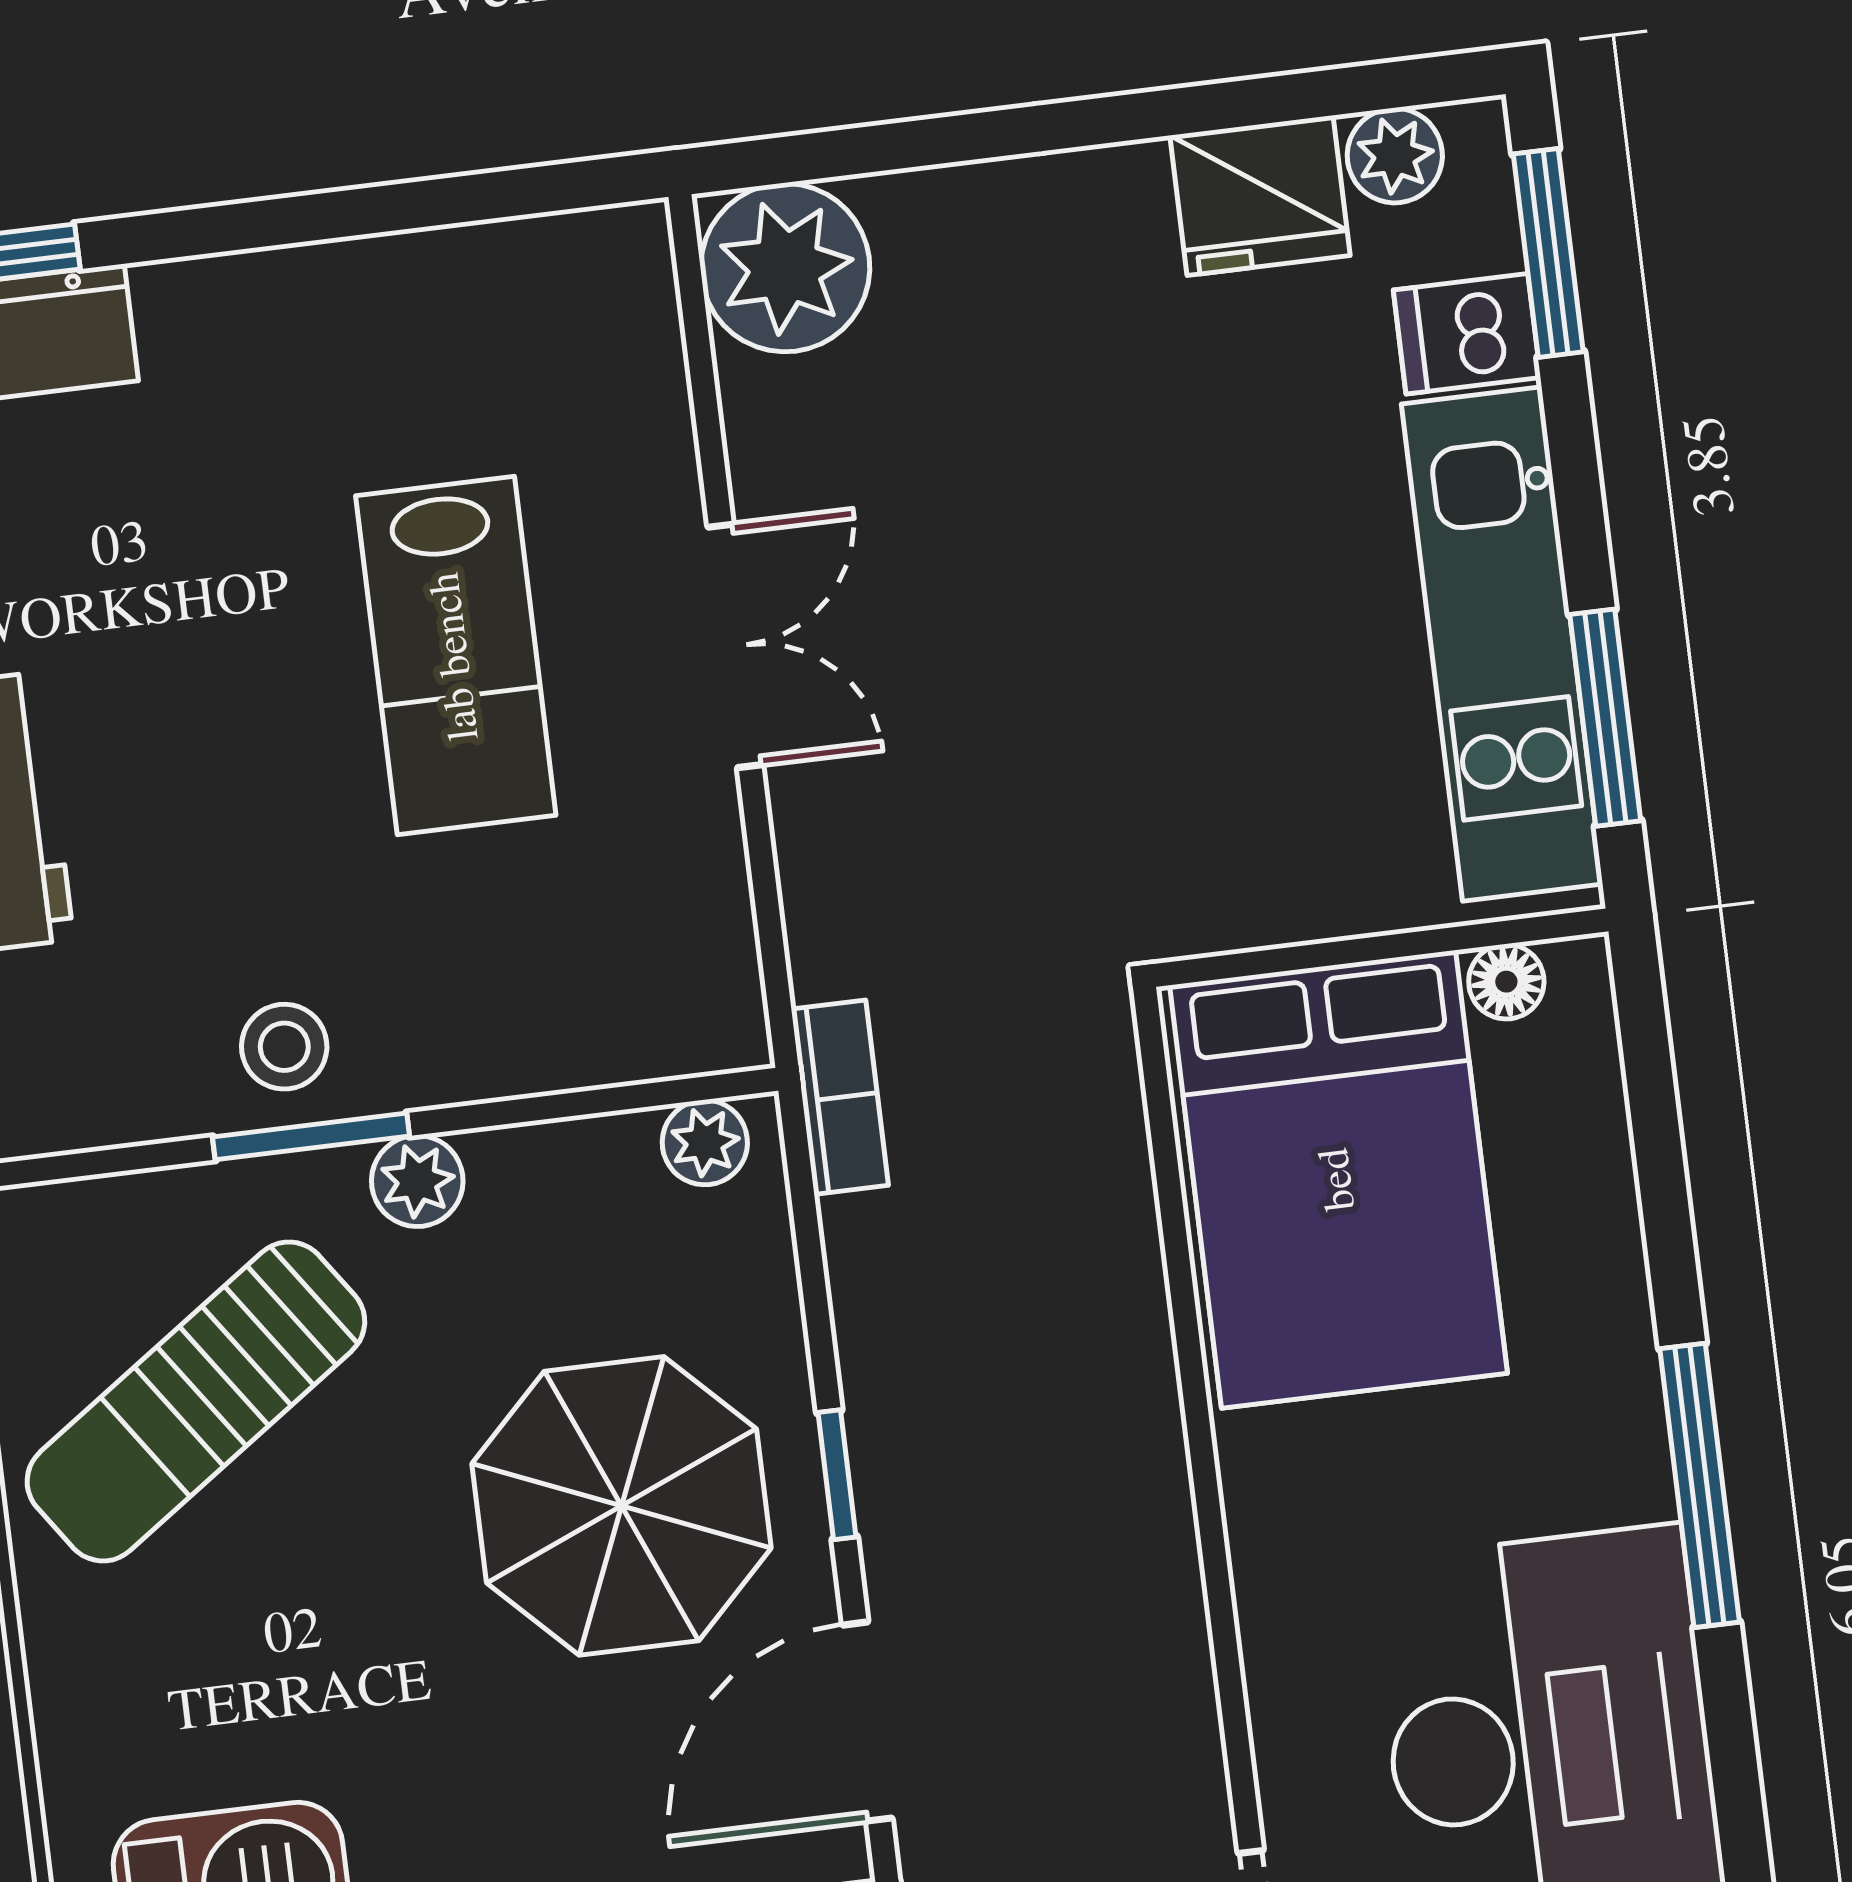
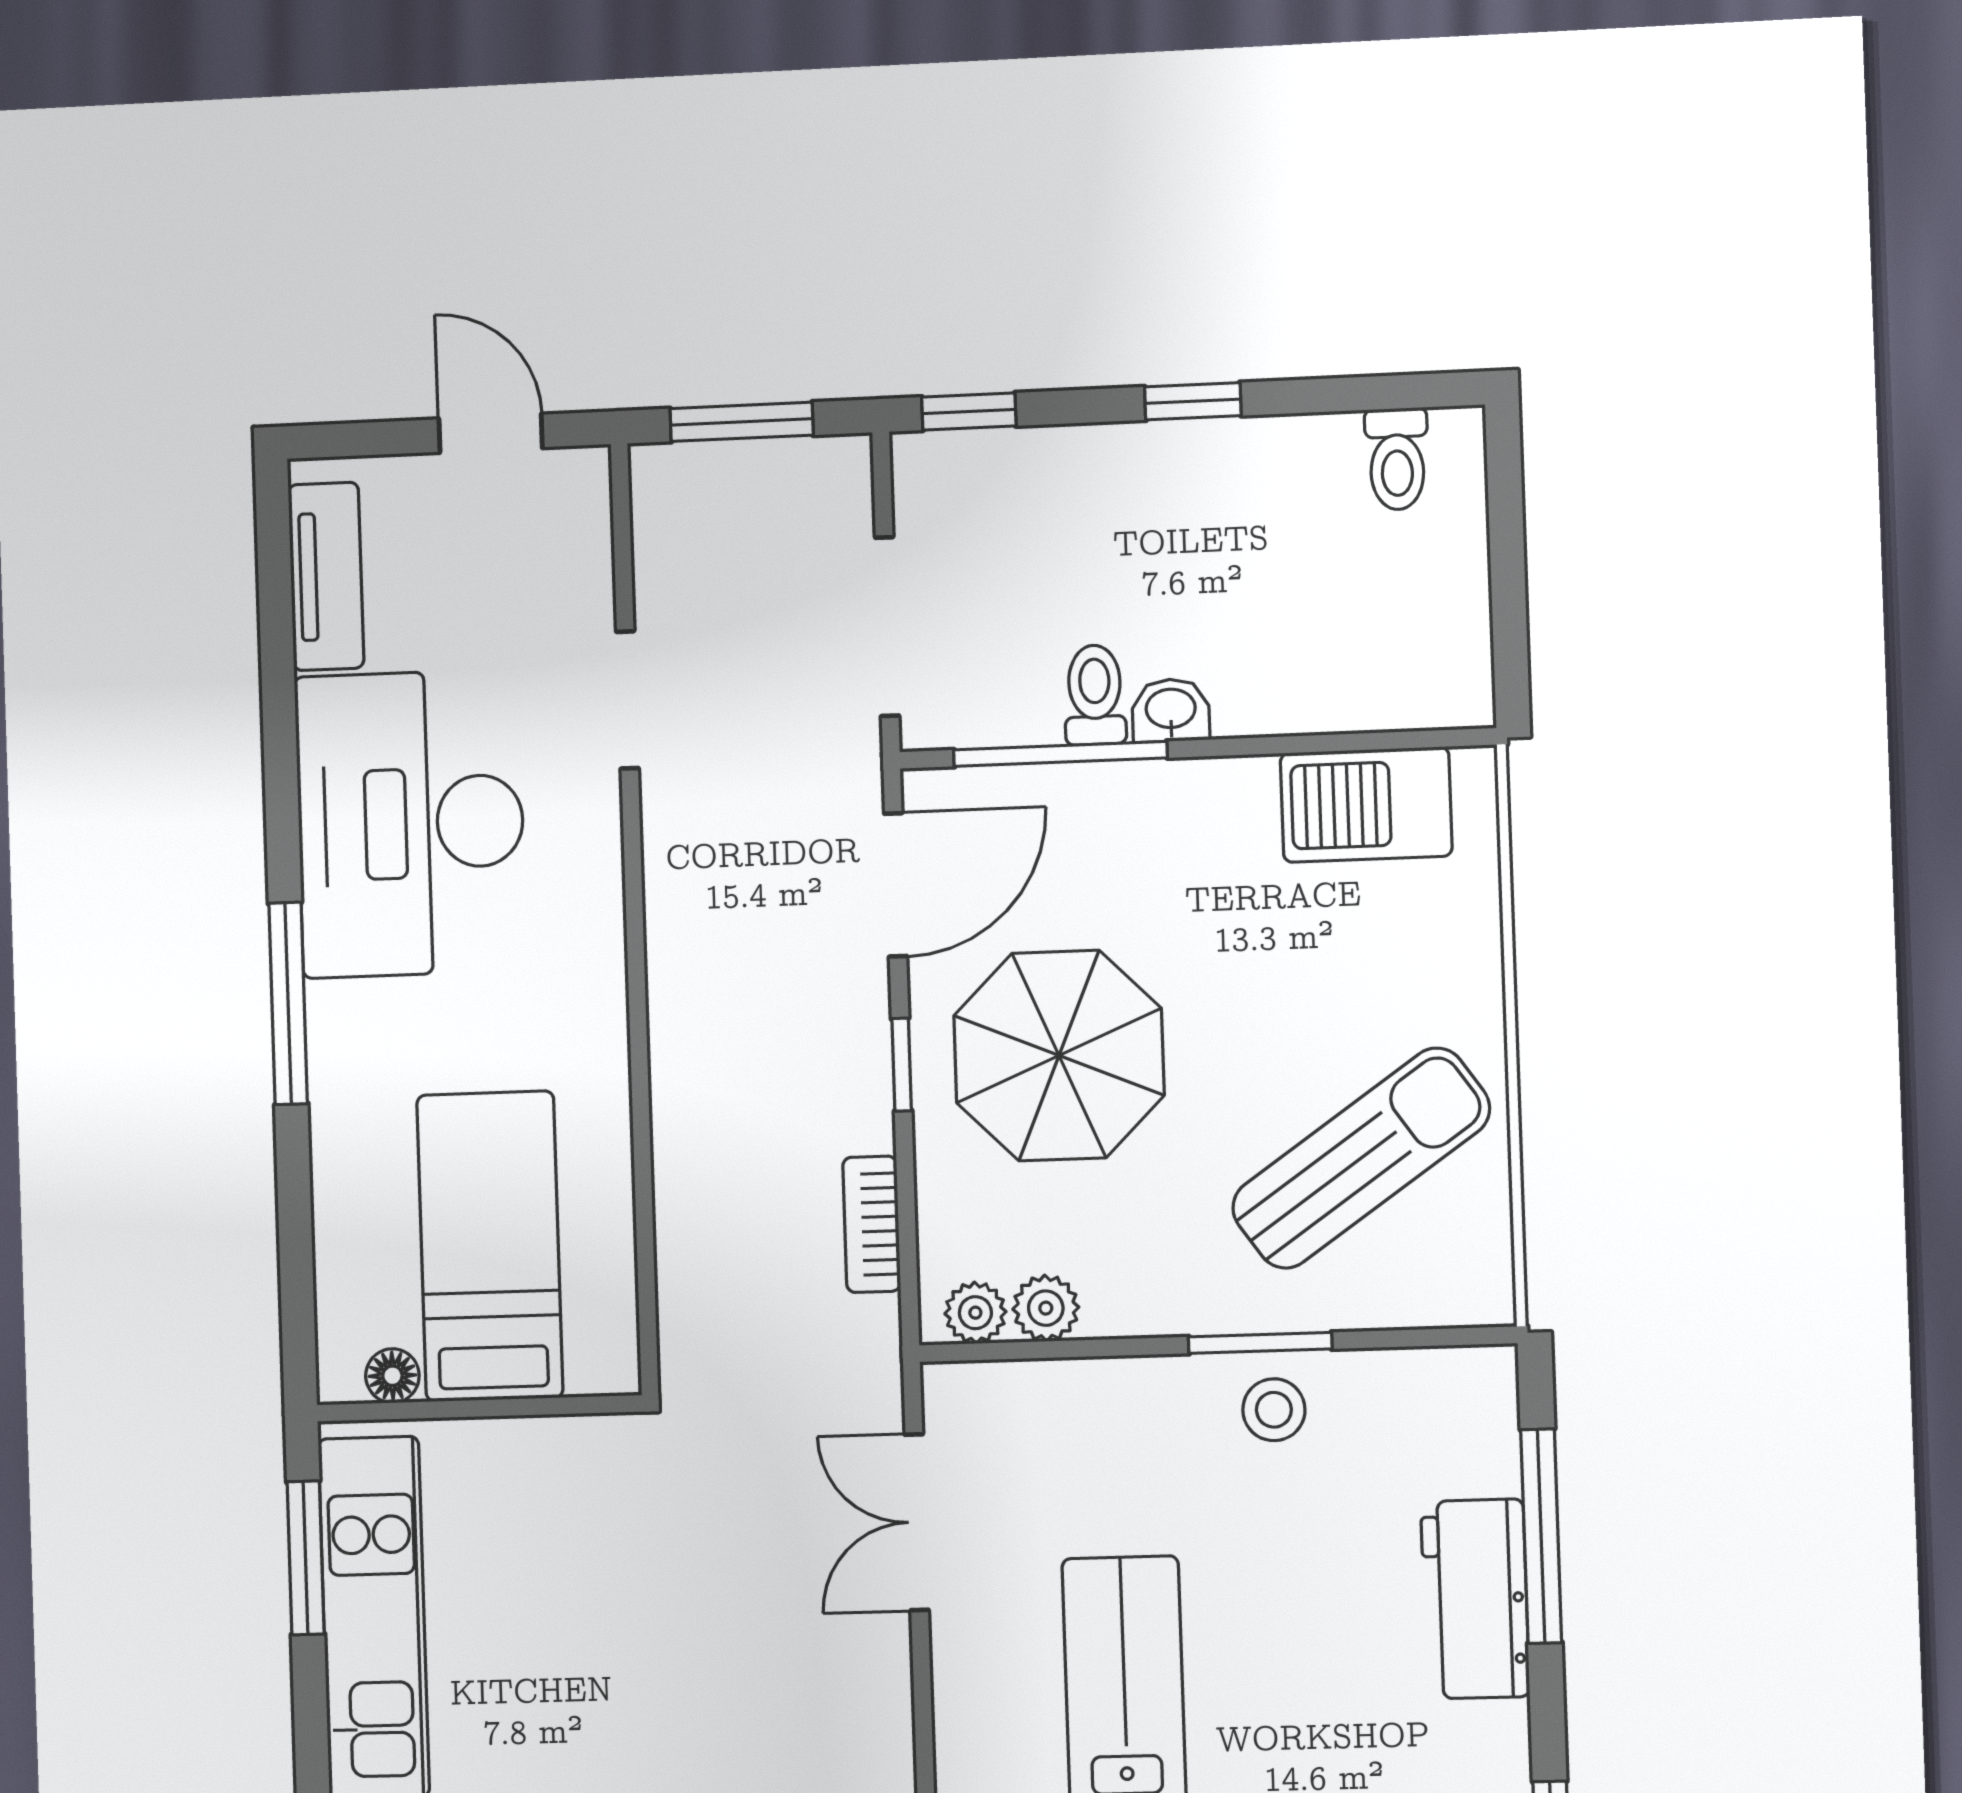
double door: (735, 646) -> (917, 1522), moved
bookcase: (840, 1097) -> (872, 1224), moved
bed: (1339, 1179) -> (490, 1246), width x0.67
plant: (417, 1181) -> (1046, 1308), moved

